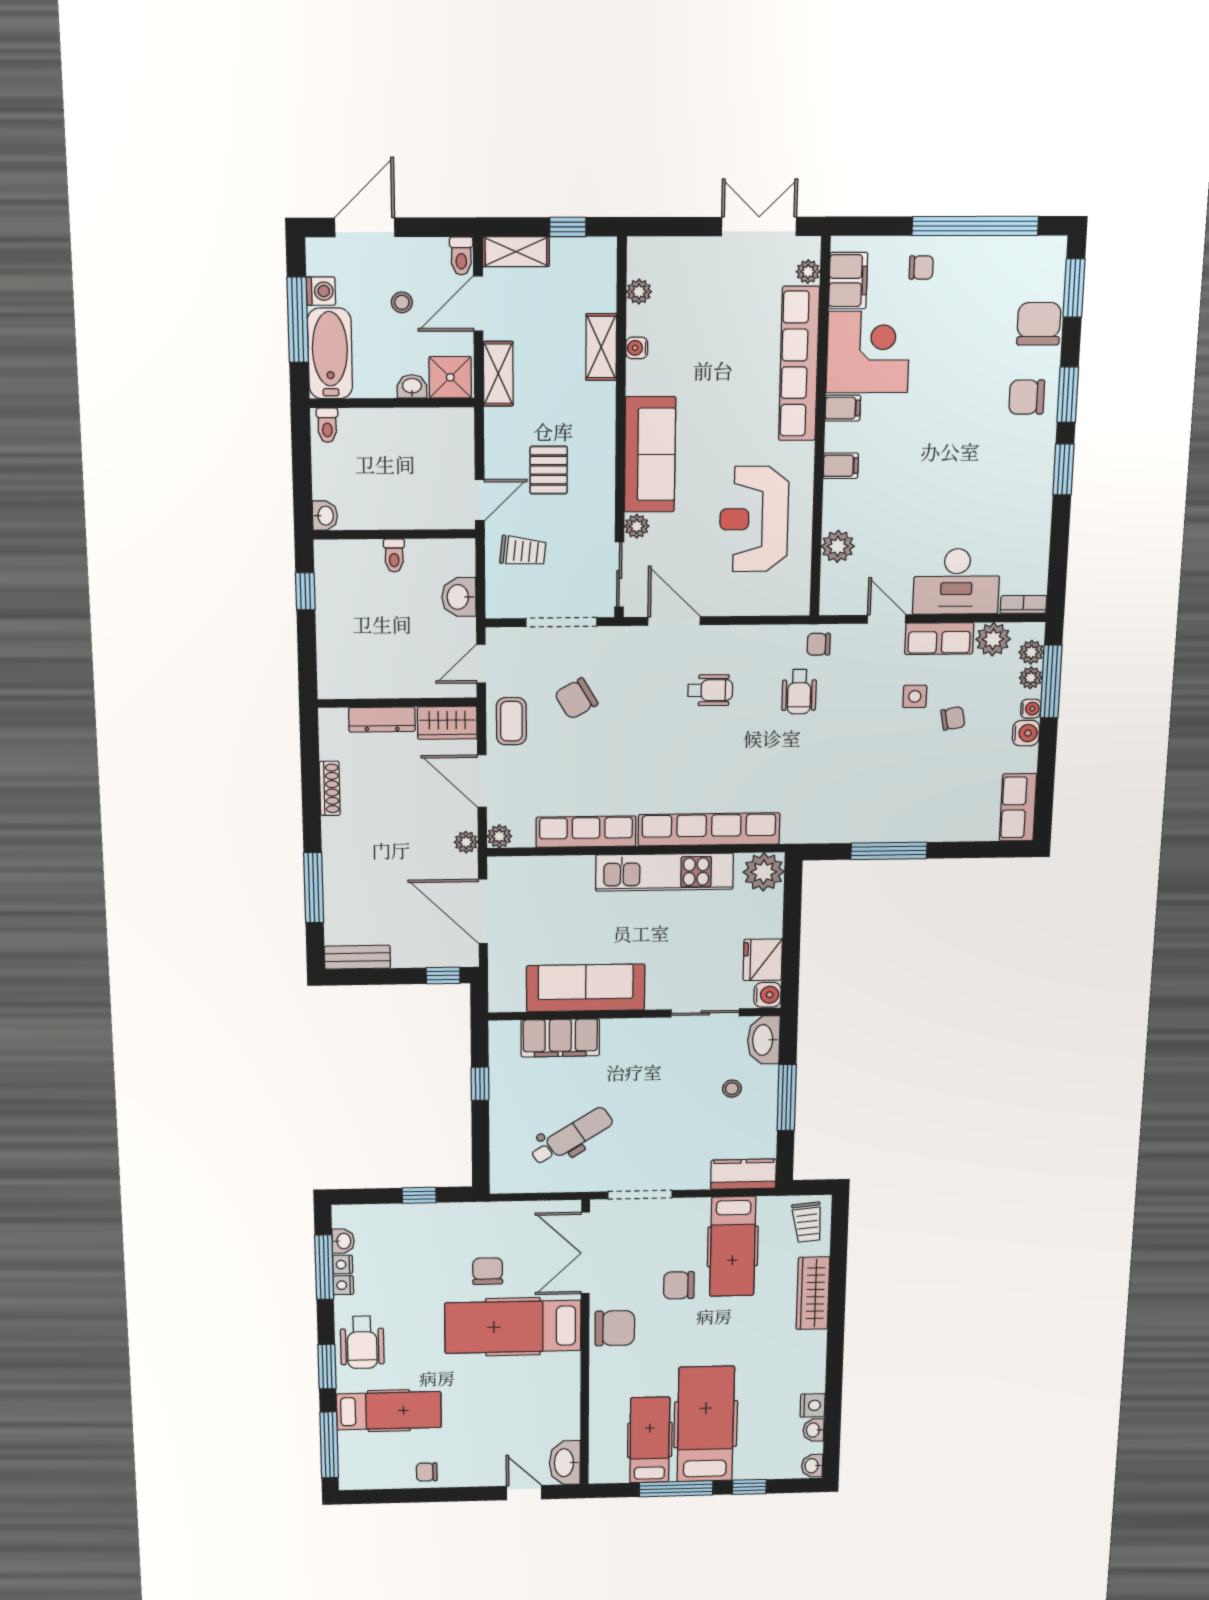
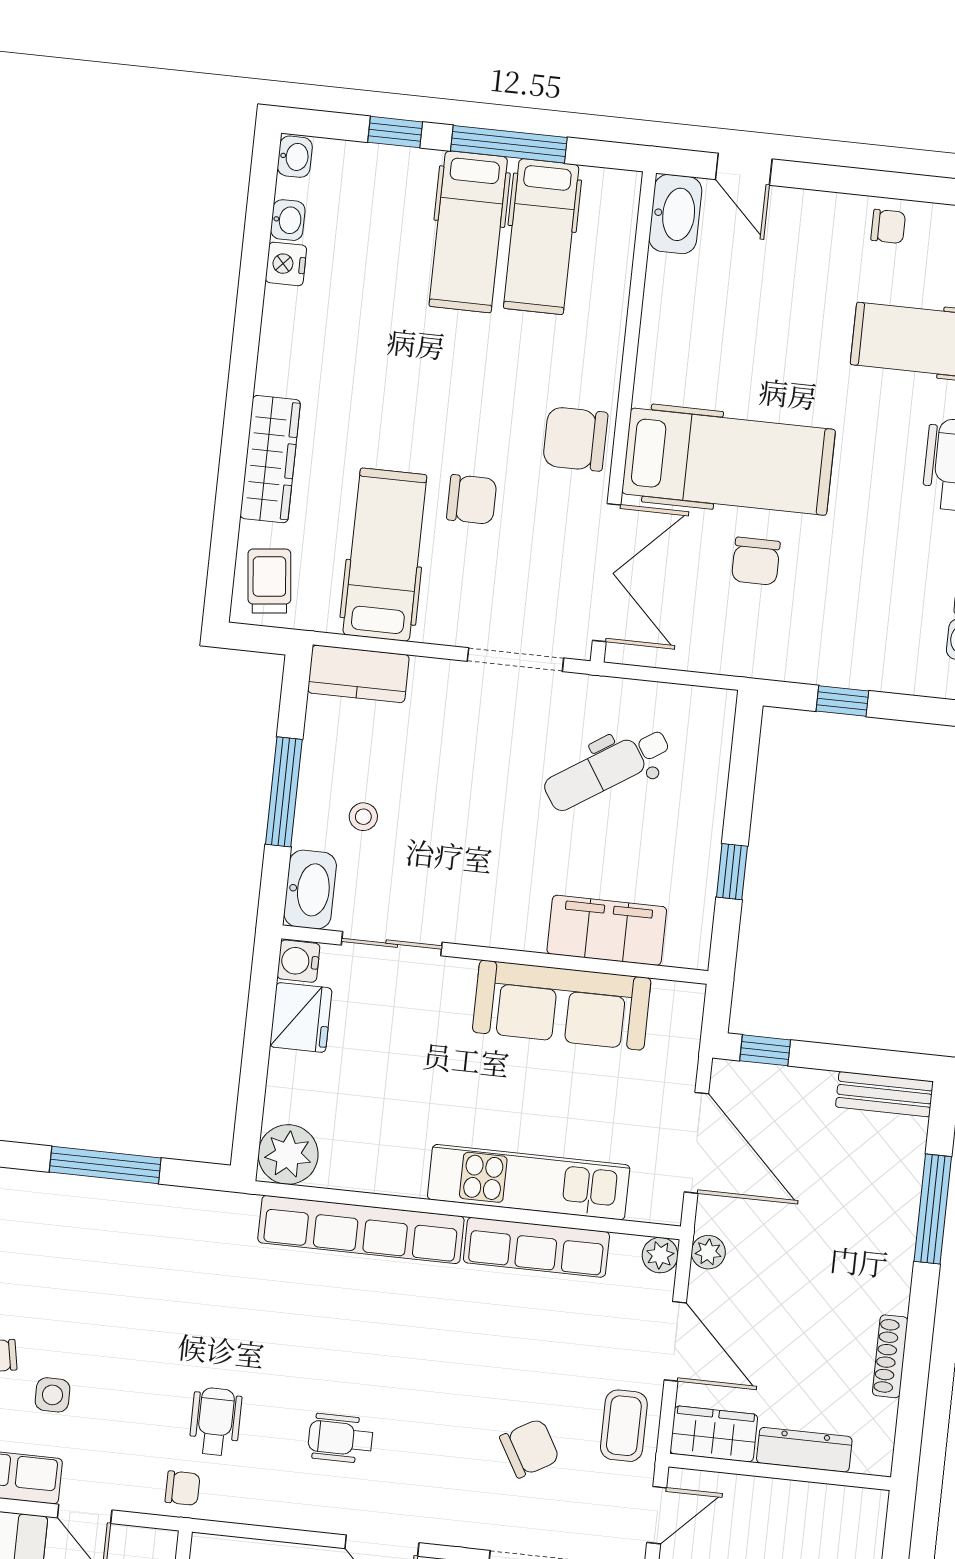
kitchen unit: (664, 872) -> (529, 1182), moved
hospital bed: (706, 1424) -> (468, 232), width x0.73, depth x0.78

